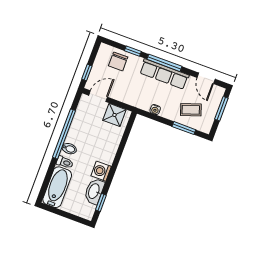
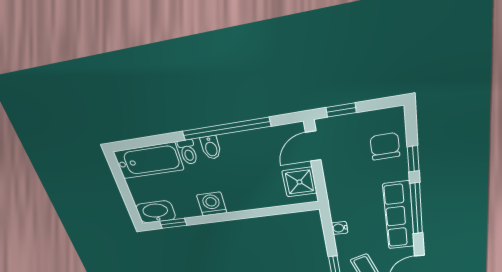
chair: (118, 61) -> (385, 146), turned 89
door: (98, 96) -> (313, 146), swing flipped
washbasin: (94, 191) -> (156, 212), moved

